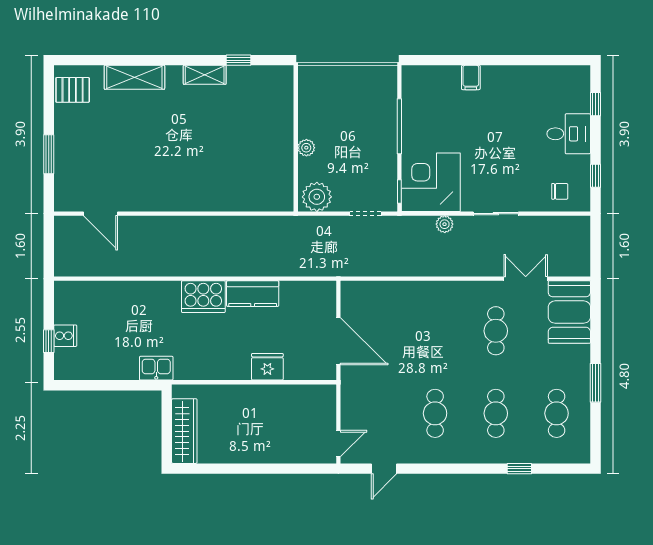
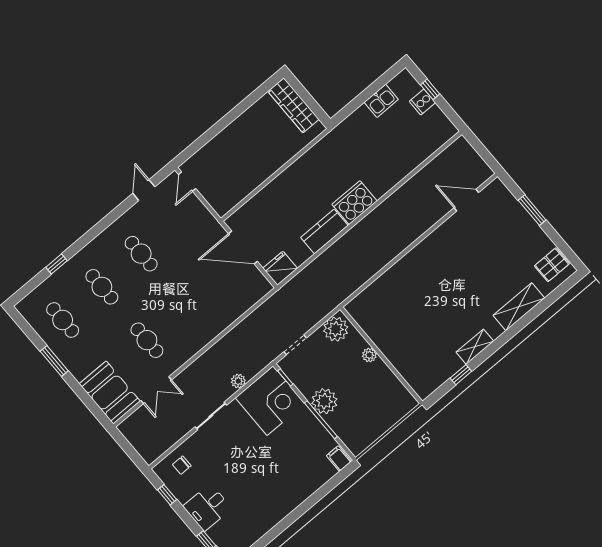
filing cabinet: (471, 77) -> (339, 458), moved
plant: (382, 140) -> (324, 401), added
fridge: (267, 367) -> (280, 268), moved, turned 180
kitchen sink: (156, 368) -> (381, 101), moved

